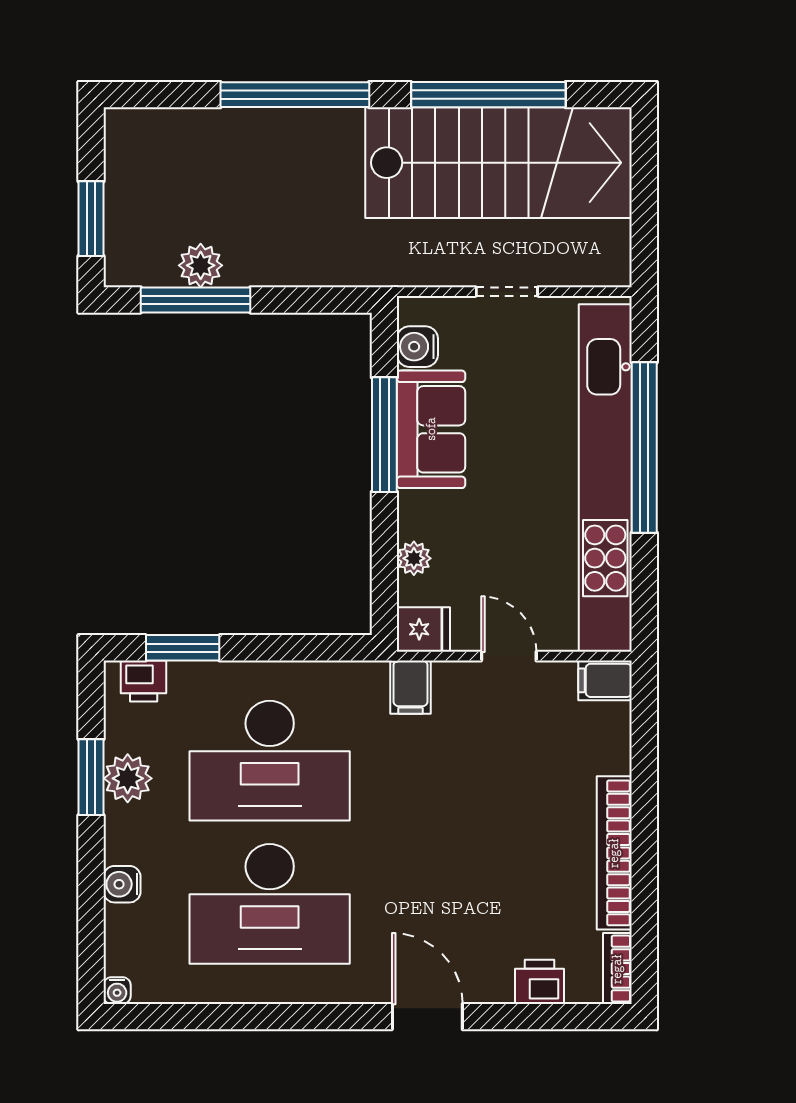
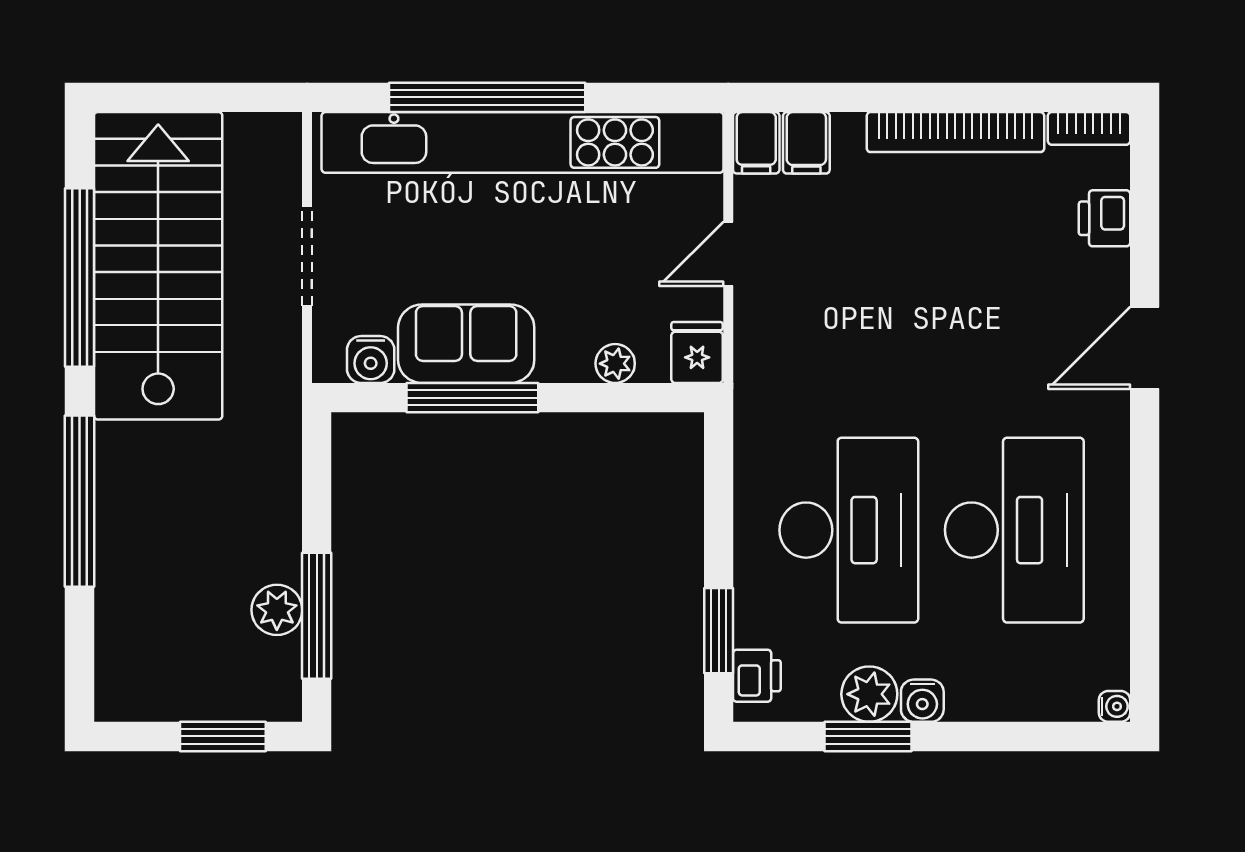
doorway: (507, 292) -> (307, 256), width x1.38
filing cabinet: (411, 687) -> (806, 143), moved, turned 90
water cooler: (122, 884) -> (922, 701), moved

